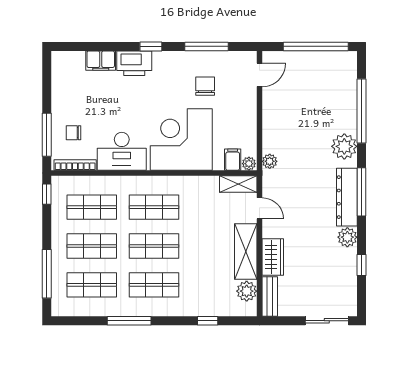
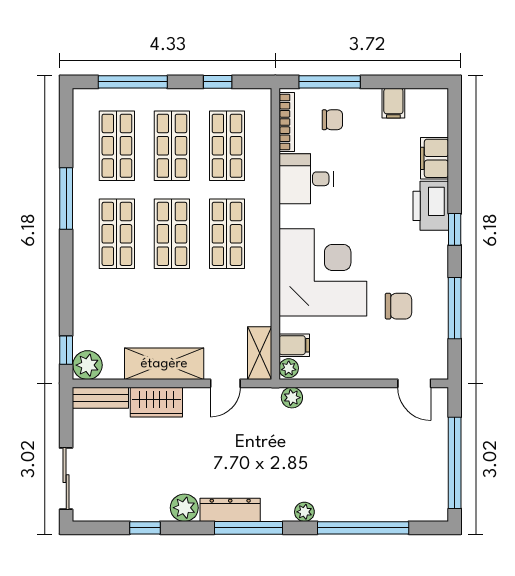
filing cabinet: (62, 90) -> (393, 103), added
chair: (73, 133) -> (332, 120), turned 90
plant: (344, 146) -> (304, 512), width x0.53, depth x0.53
desk: (122, 151) -> (306, 179), width x0.73
window: (47, 194) -> (218, 82), moved
dresser: (347, 197) -> (230, 510), width x0.73, depth x0.80
plant: (247, 291) -> (88, 365), moved
window: (208, 321) -> (66, 350), moved

